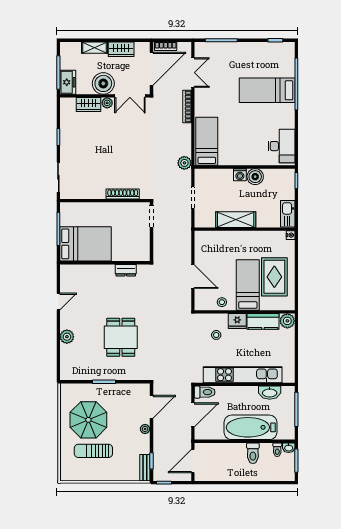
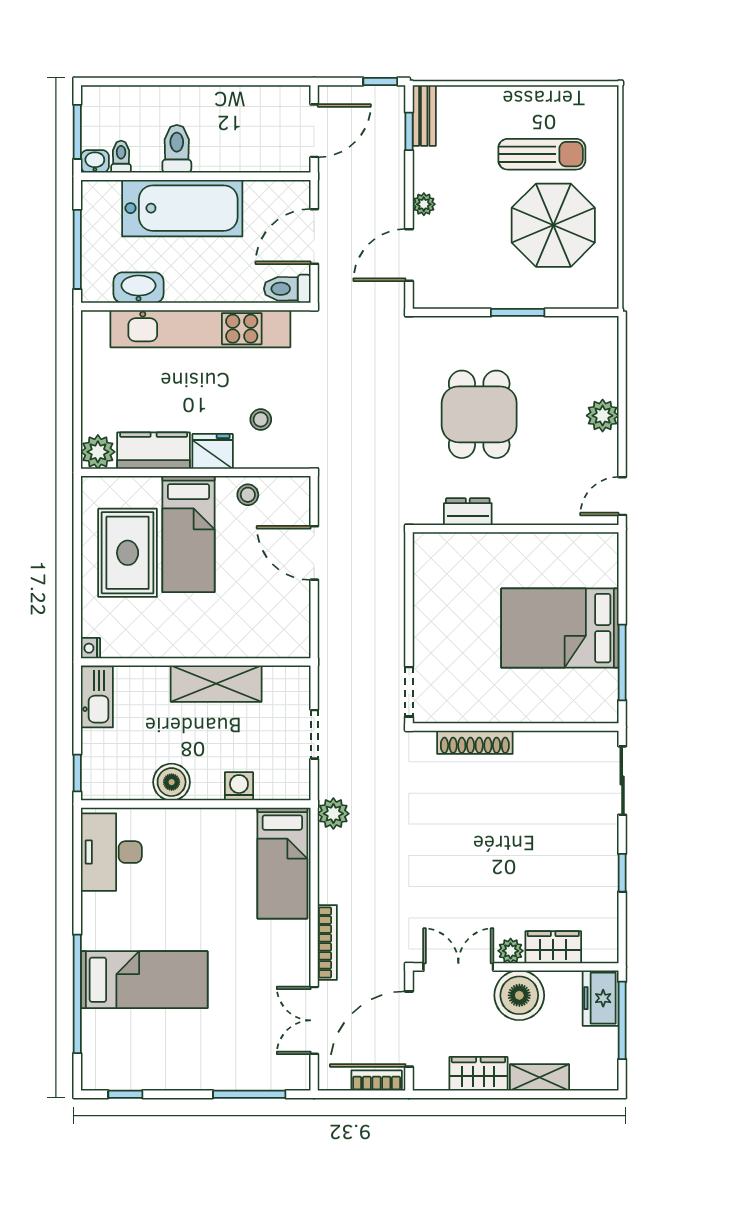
washing machine: (240, 175) -> (239, 786), moved
wall: (105, 263) -> (516, 529), moved
dresser: (126, 270) -> (468, 512), moved

